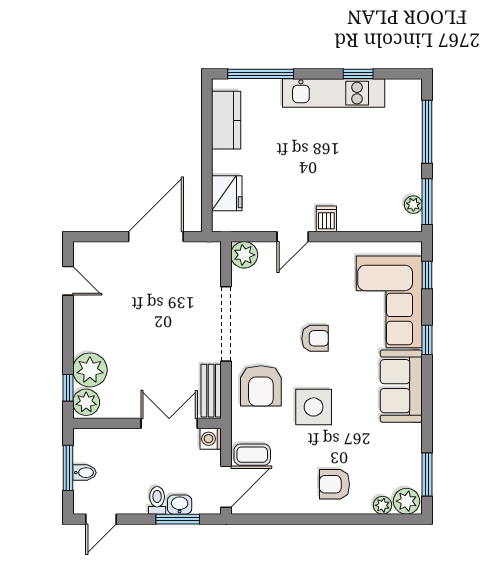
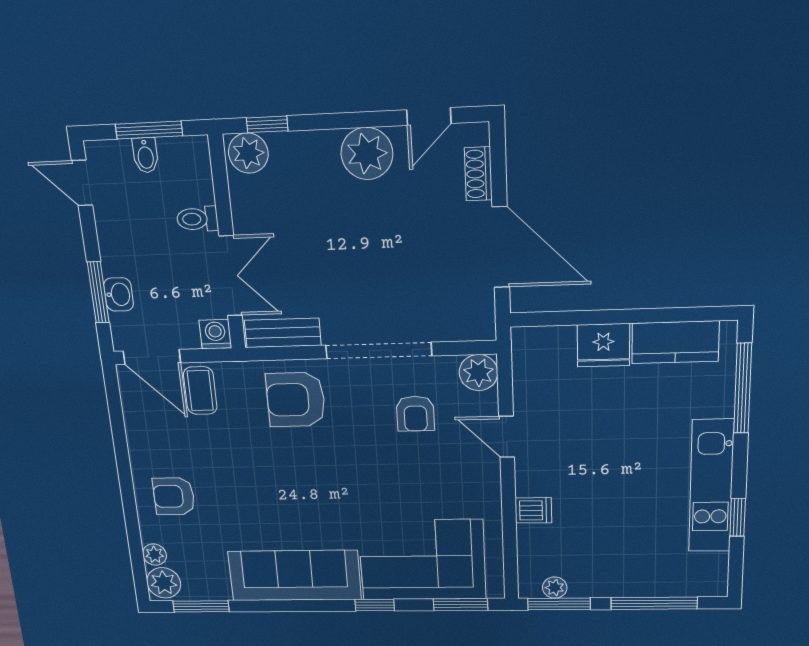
fridge: (227, 193) -> (603, 345), moved
dishwasher: (326, 219) -> (533, 510), moved
shoe rack: (106, 250) -> (478, 174), added
window: (427, 275) -> (461, 605), width x1.50
armchair: (315, 338) -> (415, 414), moved
plant: (90, 370) -> (367, 153), moved
sofa: (401, 386) -> (295, 576), width x1.36
side table: (314, 407) -> (274, 468), removed
armchair: (334, 484) -> (174, 496), turned -90
toilet: (157, 500) -> (197, 219), moved, turned 180

